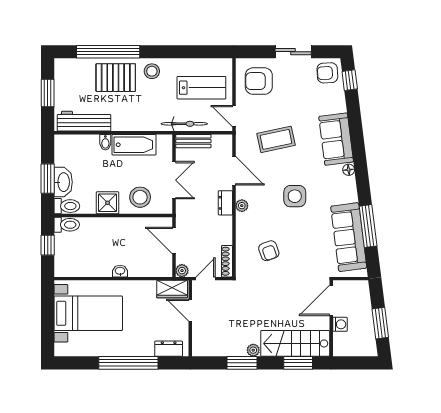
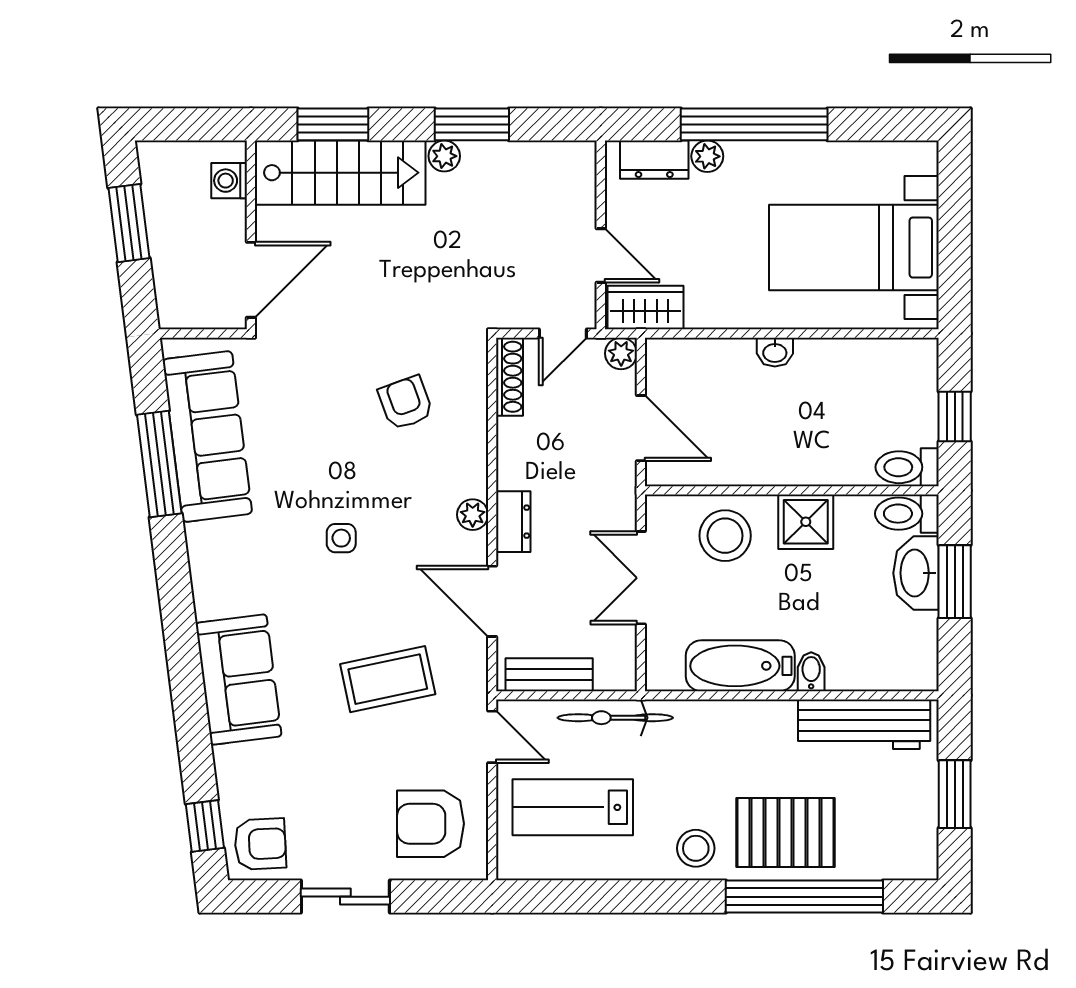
armchair: (259, 81) -> (431, 824), turned 180
bench: (193, 141) -> (549, 675), moved
floor lamp: (349, 170) -> (208, 604), removed
side table: (295, 196) -> (341, 538), width x0.54, depth x0.54
washing machine: (340, 324) -> (229, 181), moved
plant: (147, 350) -> (707, 156), added

